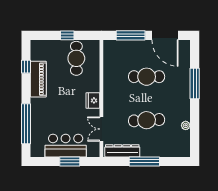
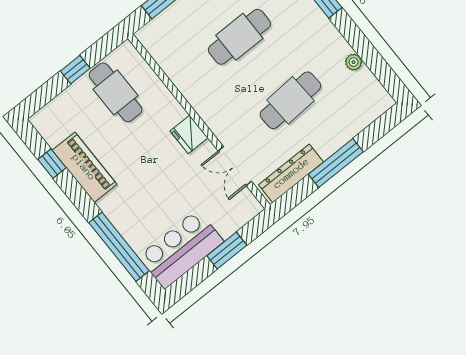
bar counter: (66, 146) -> (181, 249), moved

